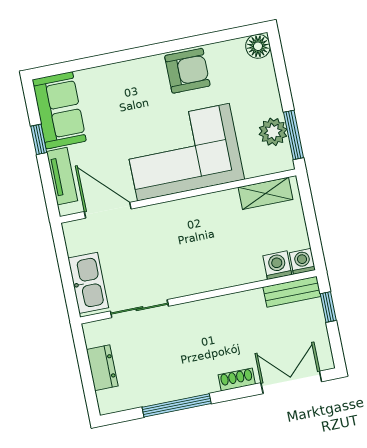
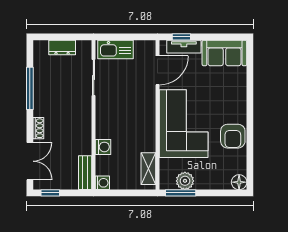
window: (39, 139) -> (181, 37), moved
washing machine: (277, 265) -> (103, 147), moved
window: (328, 307) -> (50, 193), moved

